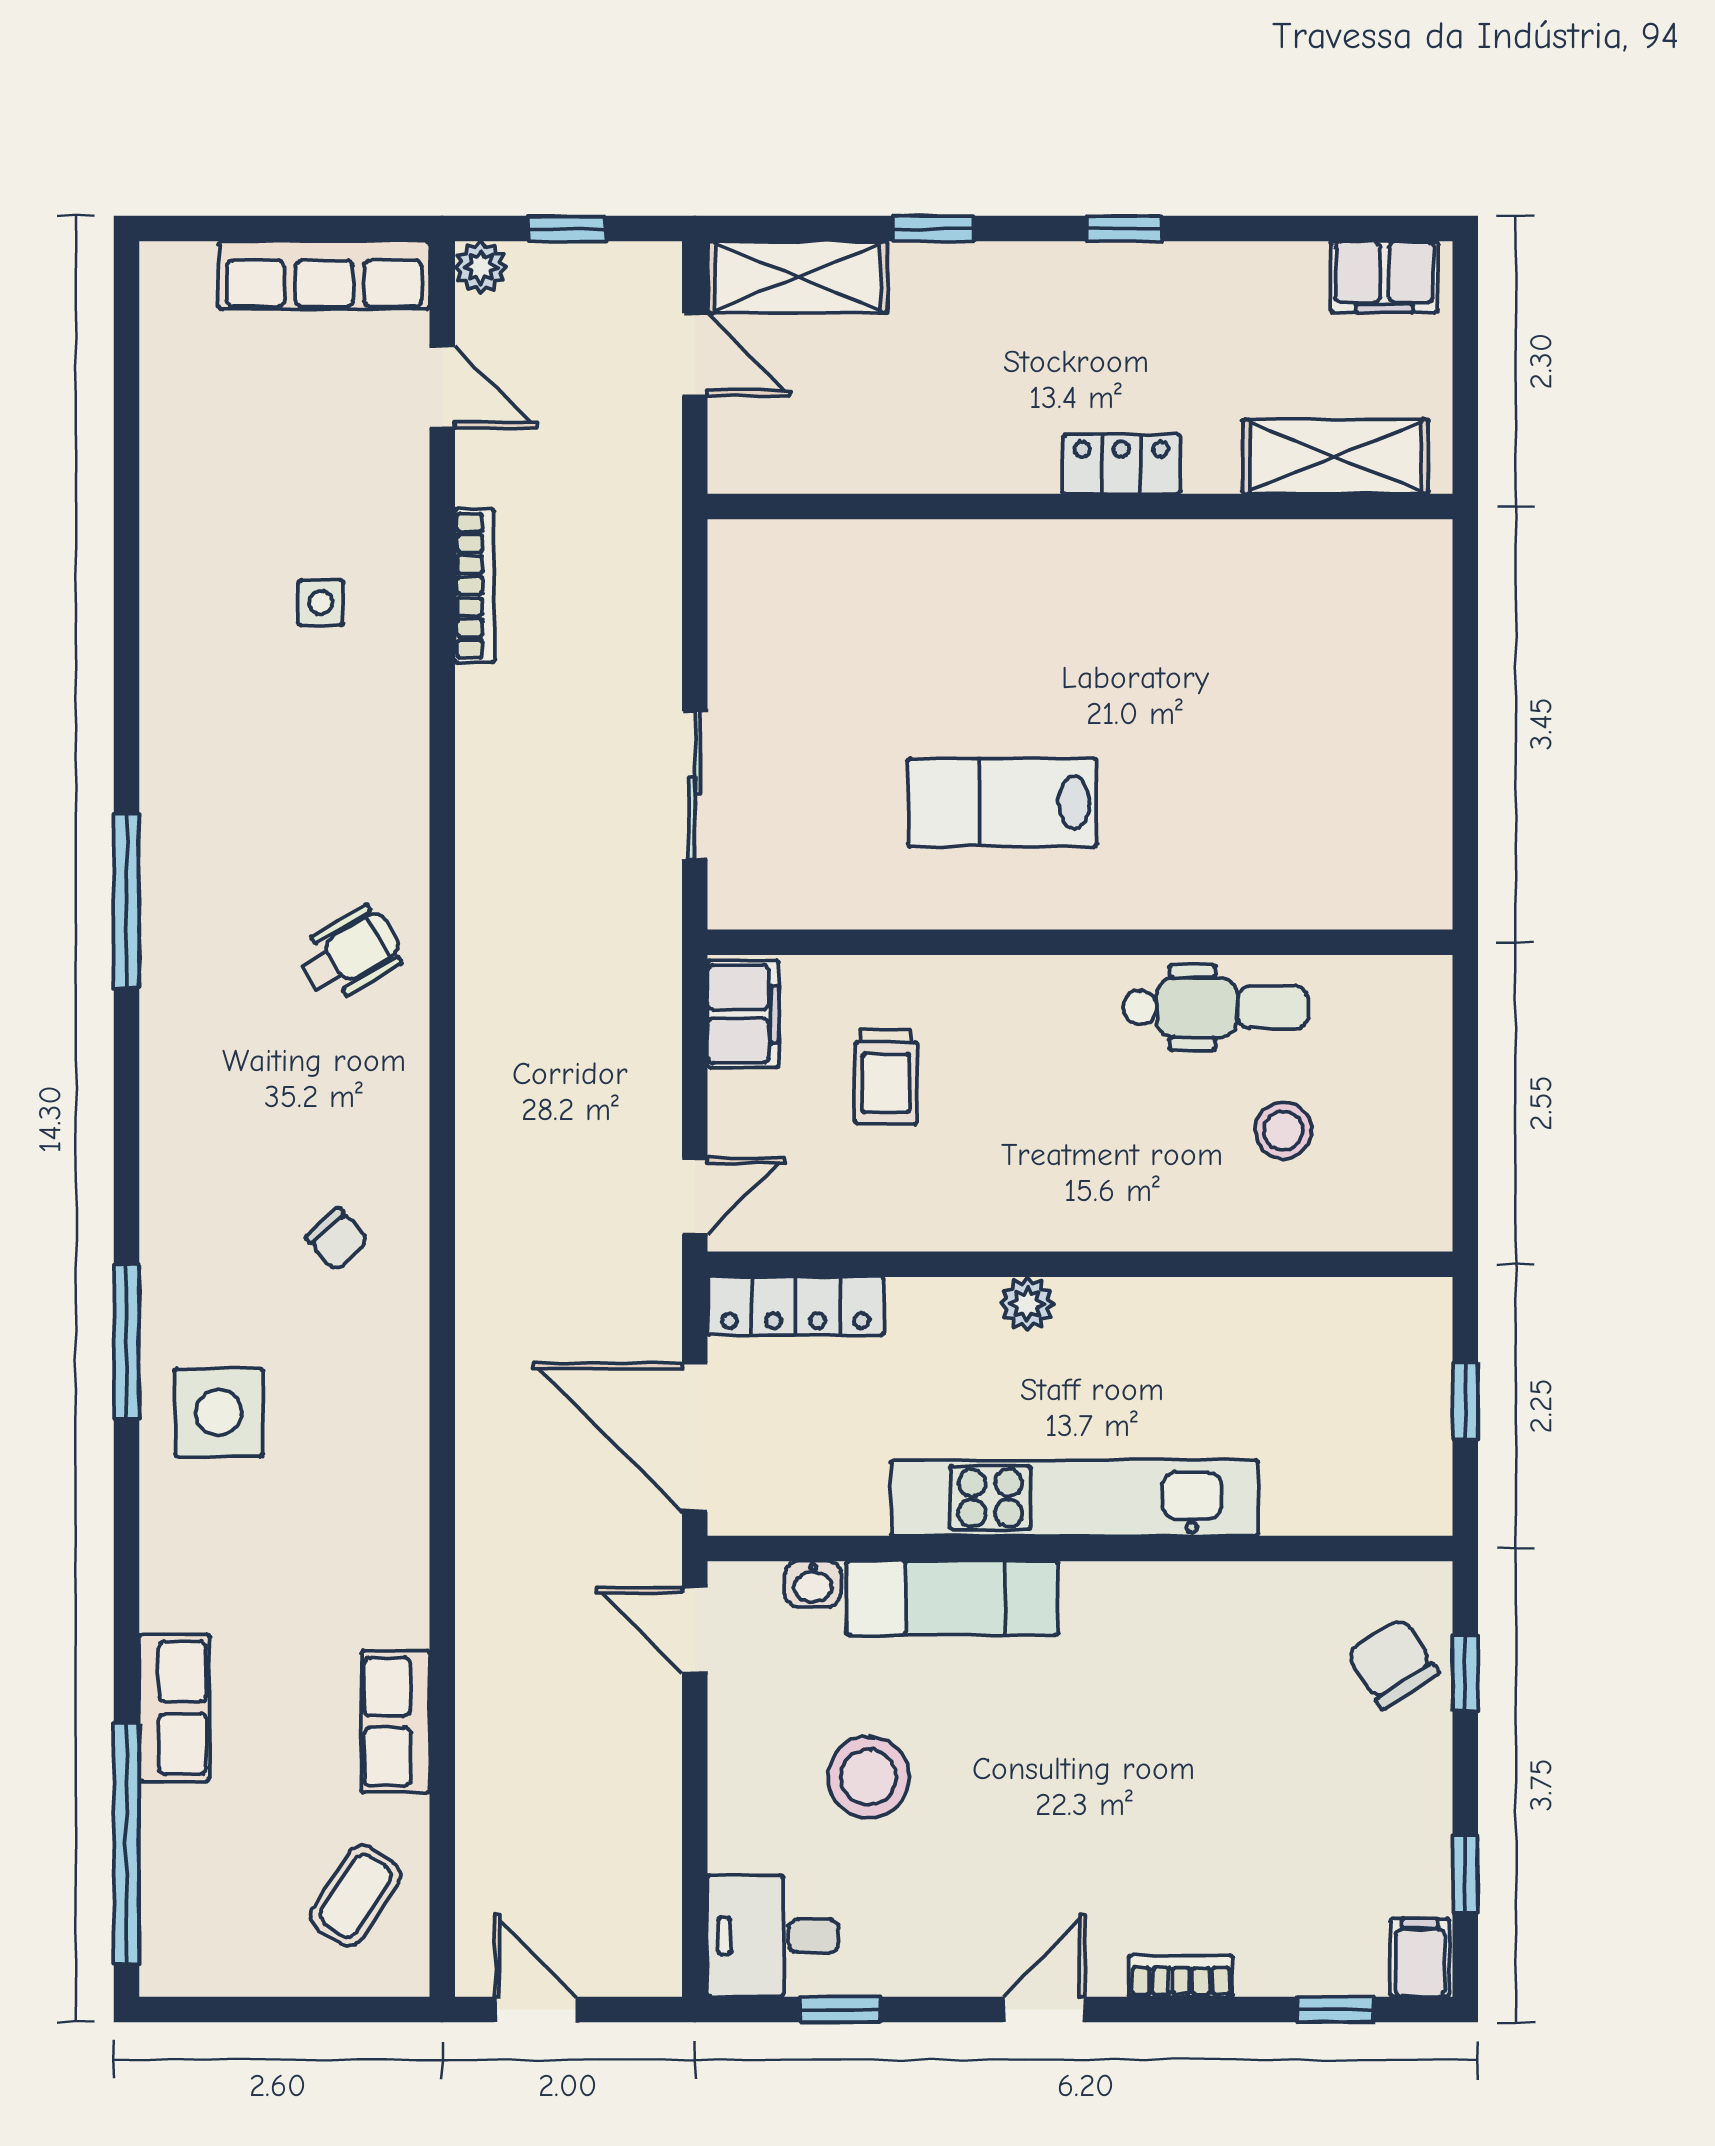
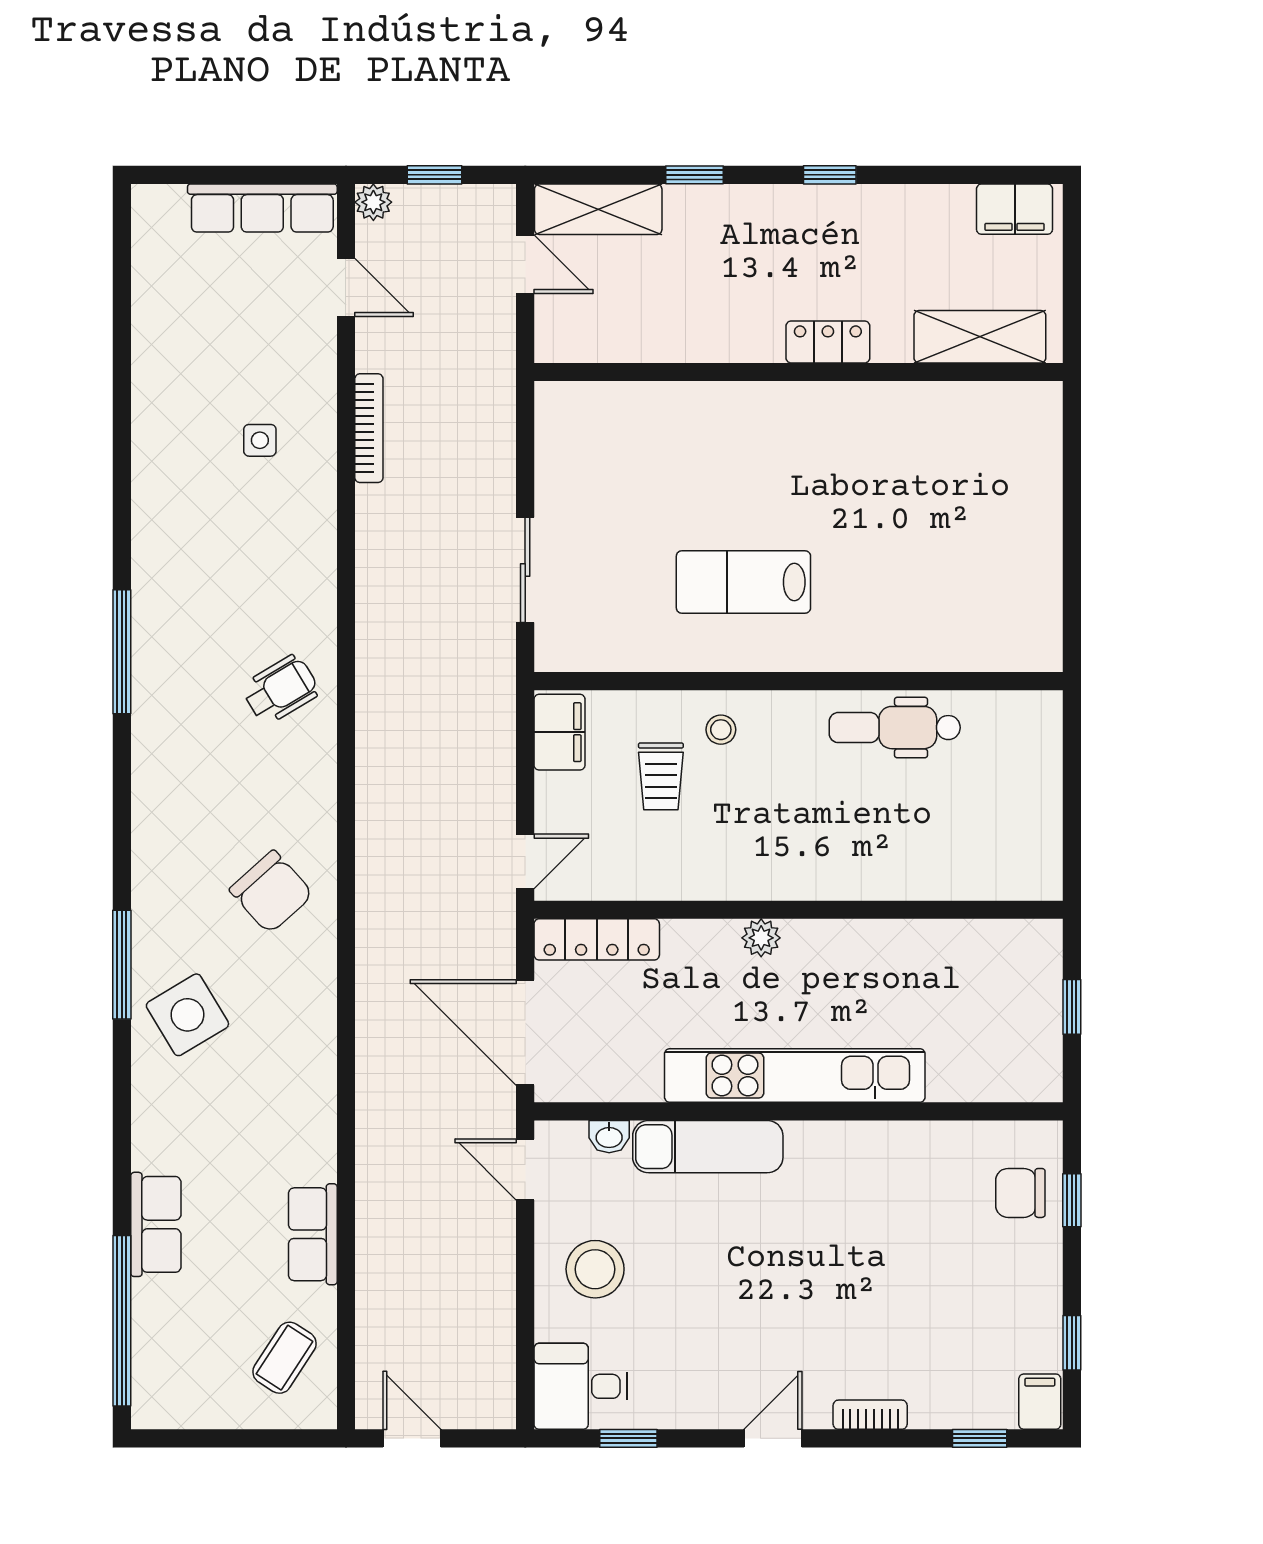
dental chair: (1215, 1007) -> (895, 728), turned 180
stool: (1283, 1130) -> (721, 730), moved, width x0.73, depth x0.73
chair: (337, 1239) -> (271, 892), width x1.87, depth x1.87
side table: (219, 1412) -> (187, 1015), turned -31
chair: (1393, 1663) -> (1020, 1193), turned -57
stool: (869, 1777) -> (595, 1269), moved

